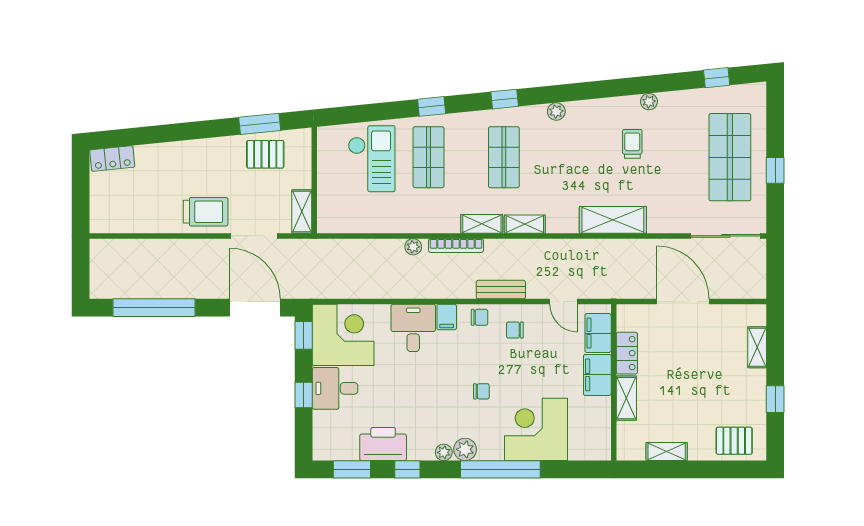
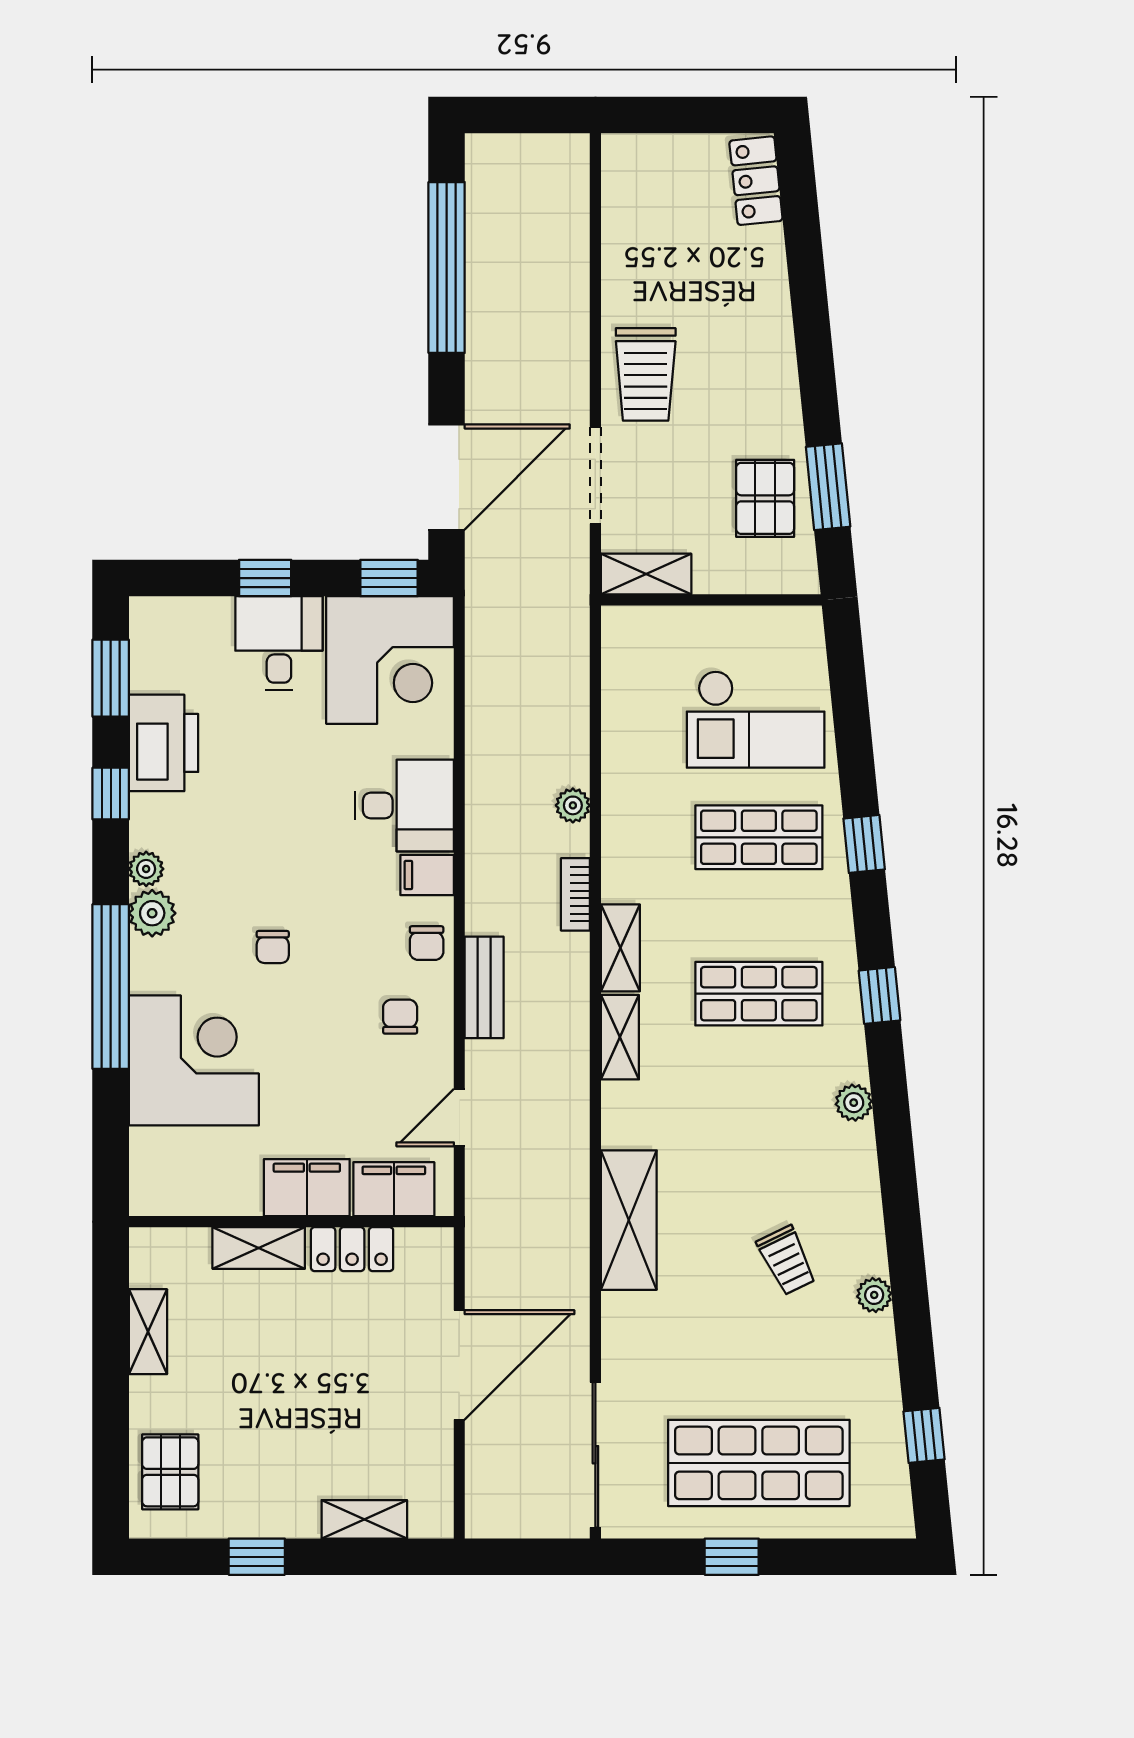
trolley: (632, 144) -> (787, 1260), turned 64
bookcase: (456, 246) -> (575, 894), width x0.64

